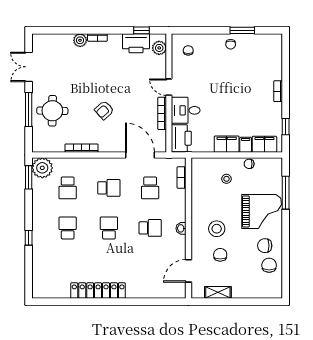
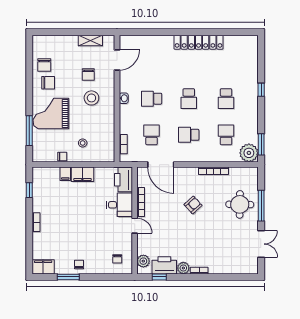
plant: (80, 40) -> (183, 268), moved
filing cabinet: (264, 144) -> (43, 267), moved, turned 180

